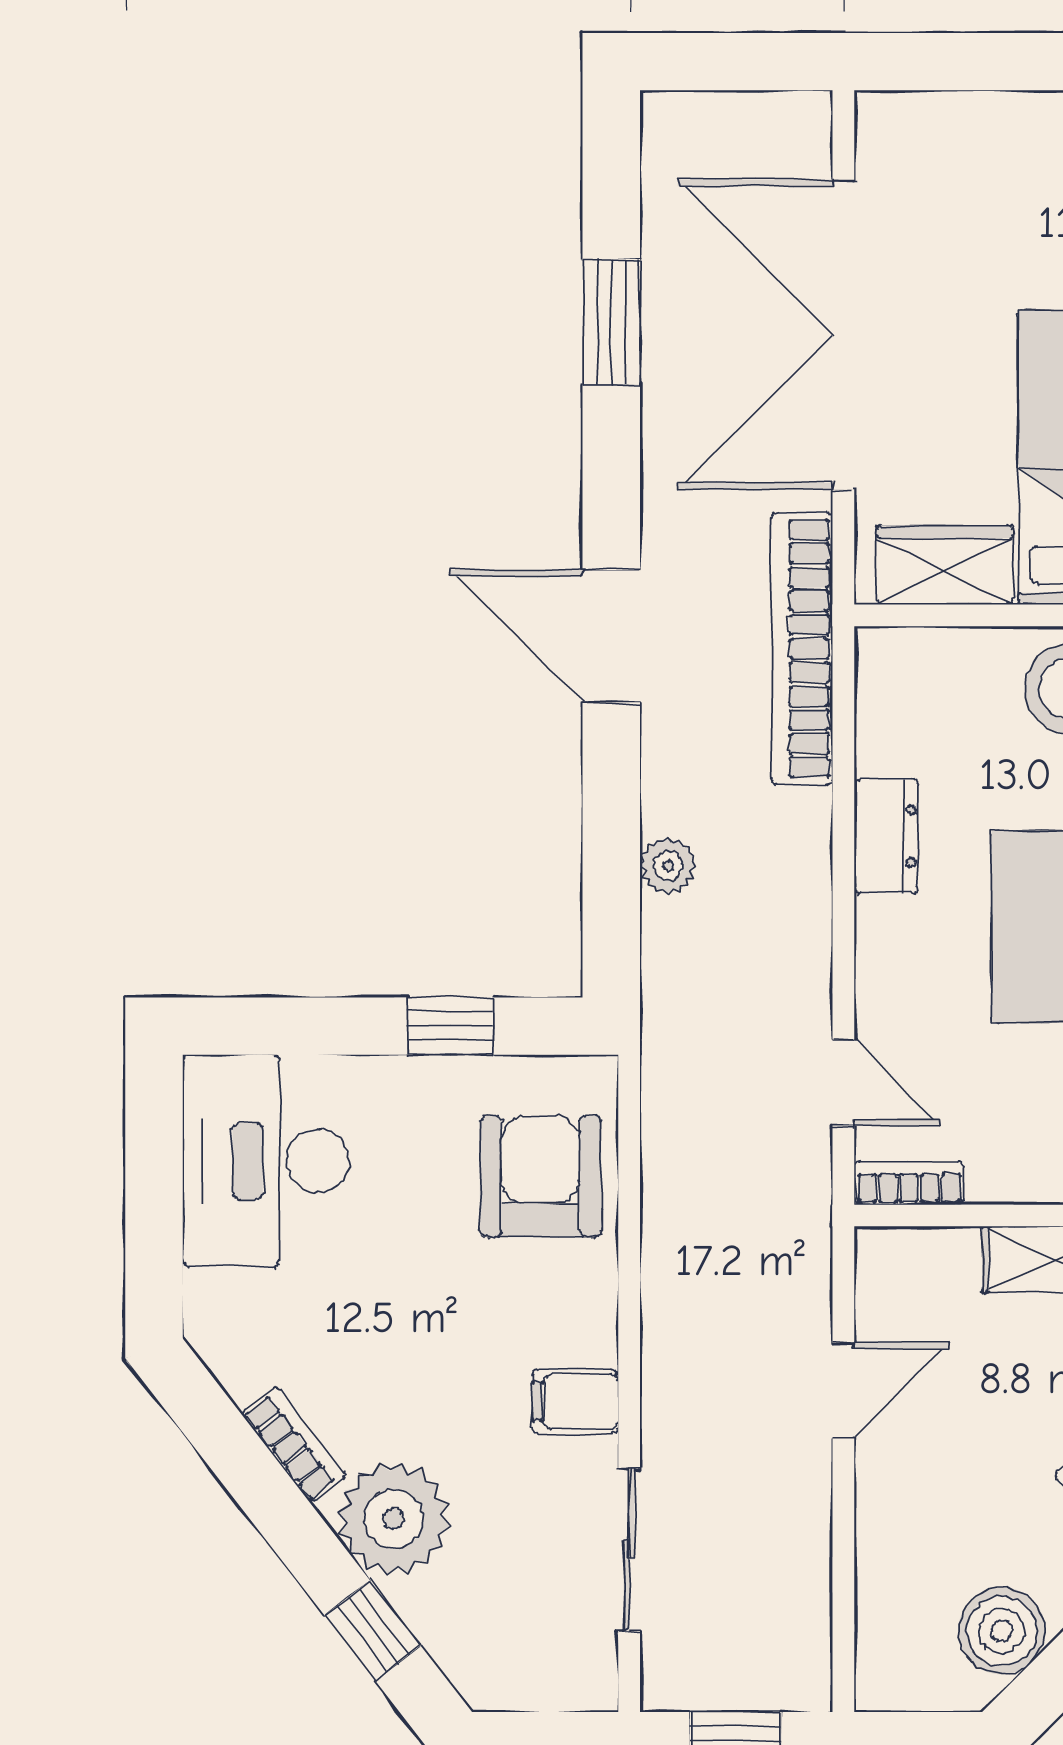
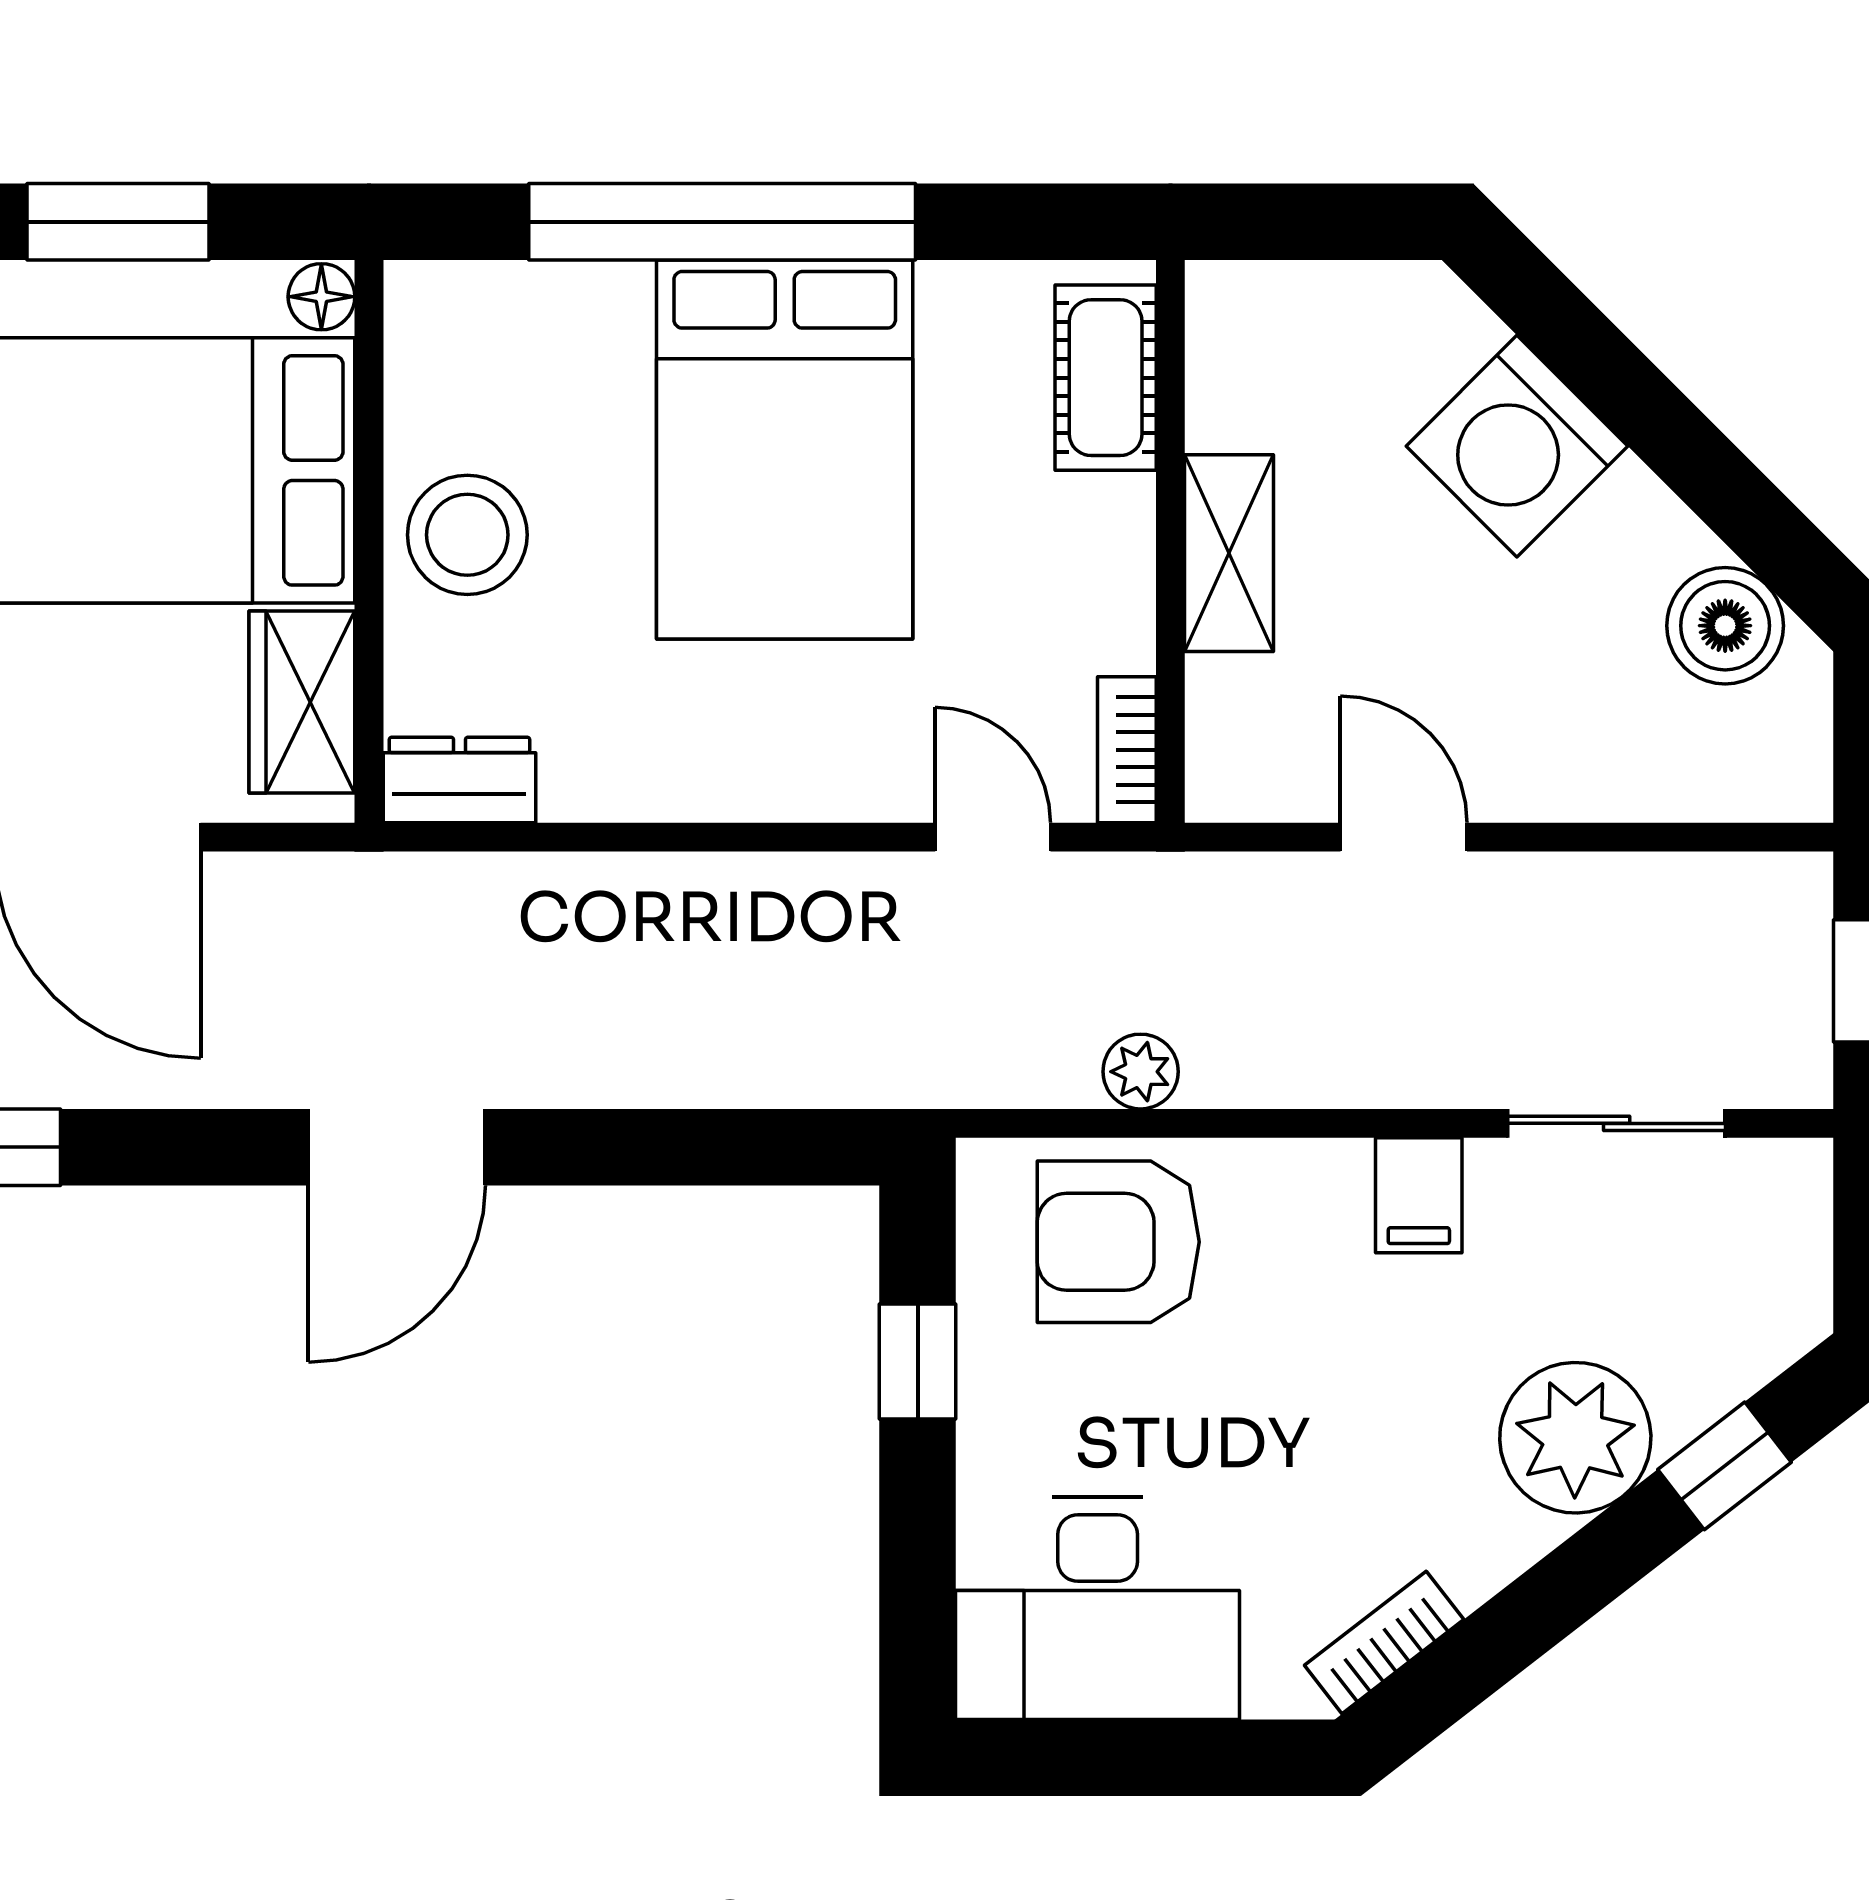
bookcase: (802, 649) -> (413, 893), removed
dresser: (886, 836) -> (459, 780), moved
plant: (668, 866) -> (1141, 1072), moved
door: (843, 1082) -> (993, 837), hinge flipped
bookcase: (294, 1444) -> (1384, 1642), moved

